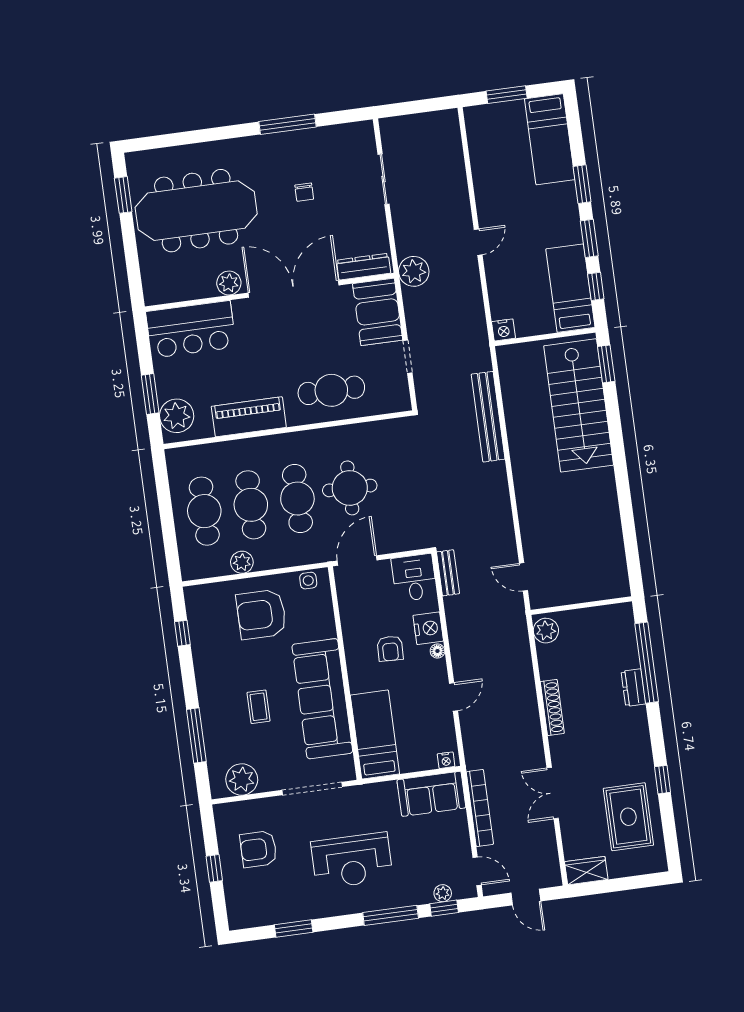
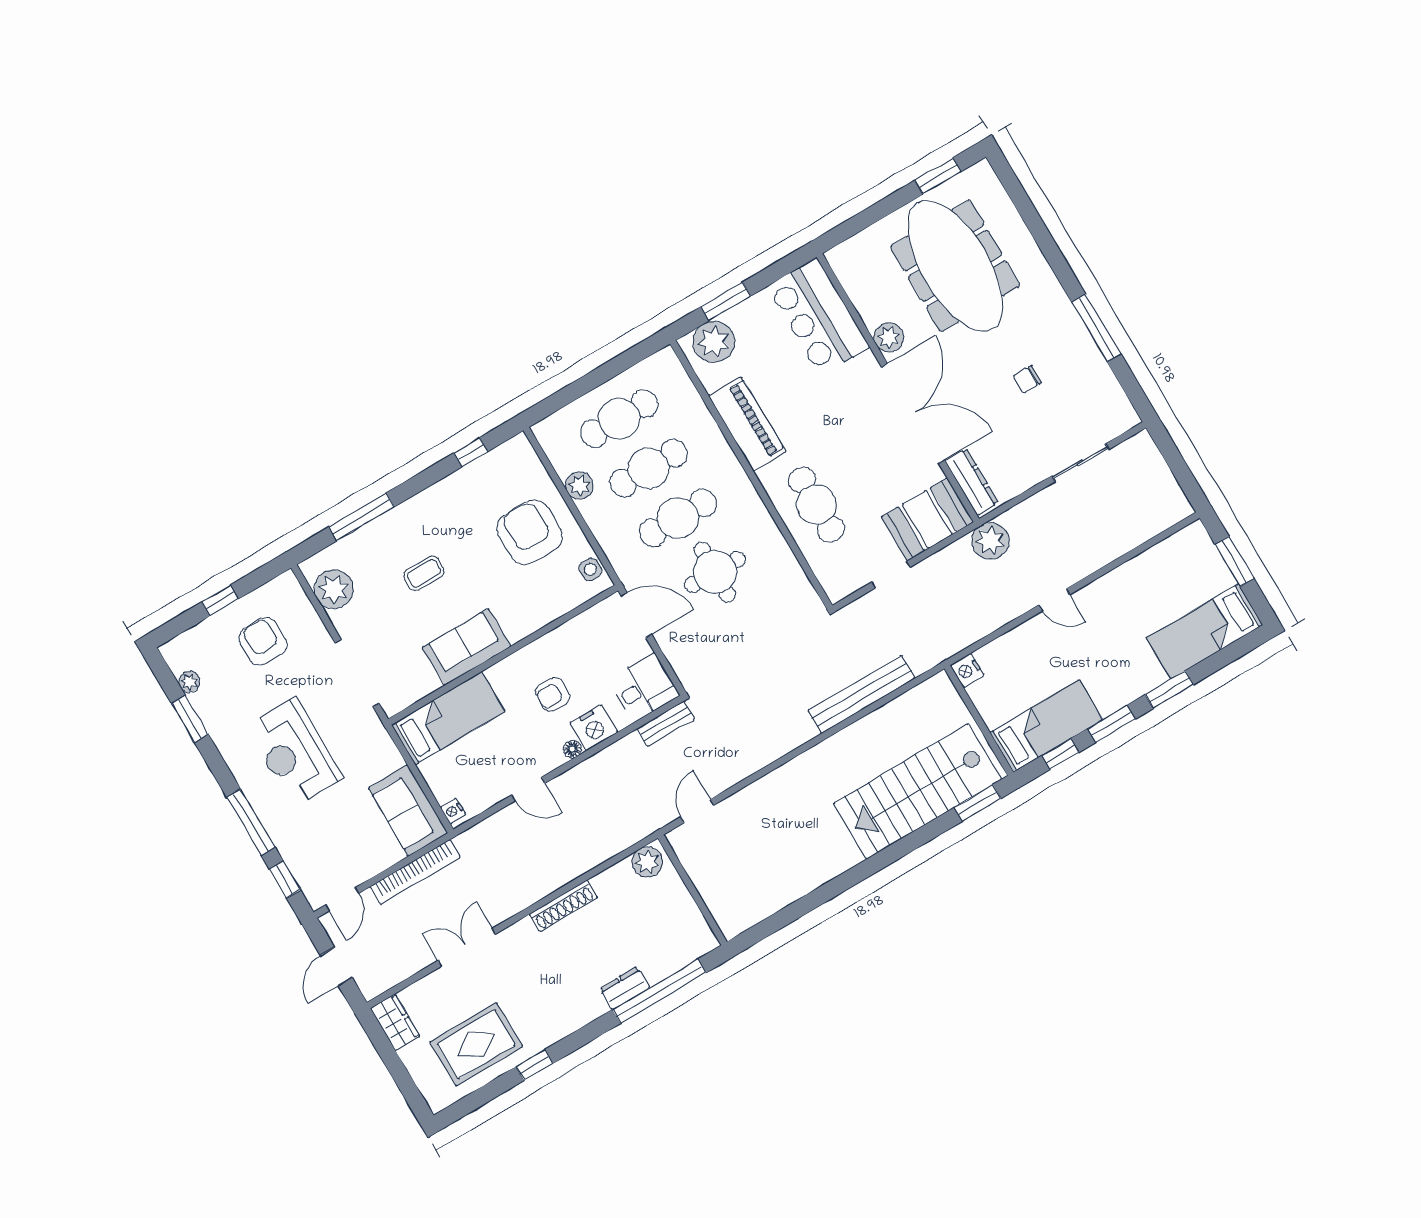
sofa: (322, 699) -> (467, 647), width x0.54, depth x0.79
plant: (443, 893) -> (189, 682), moved

